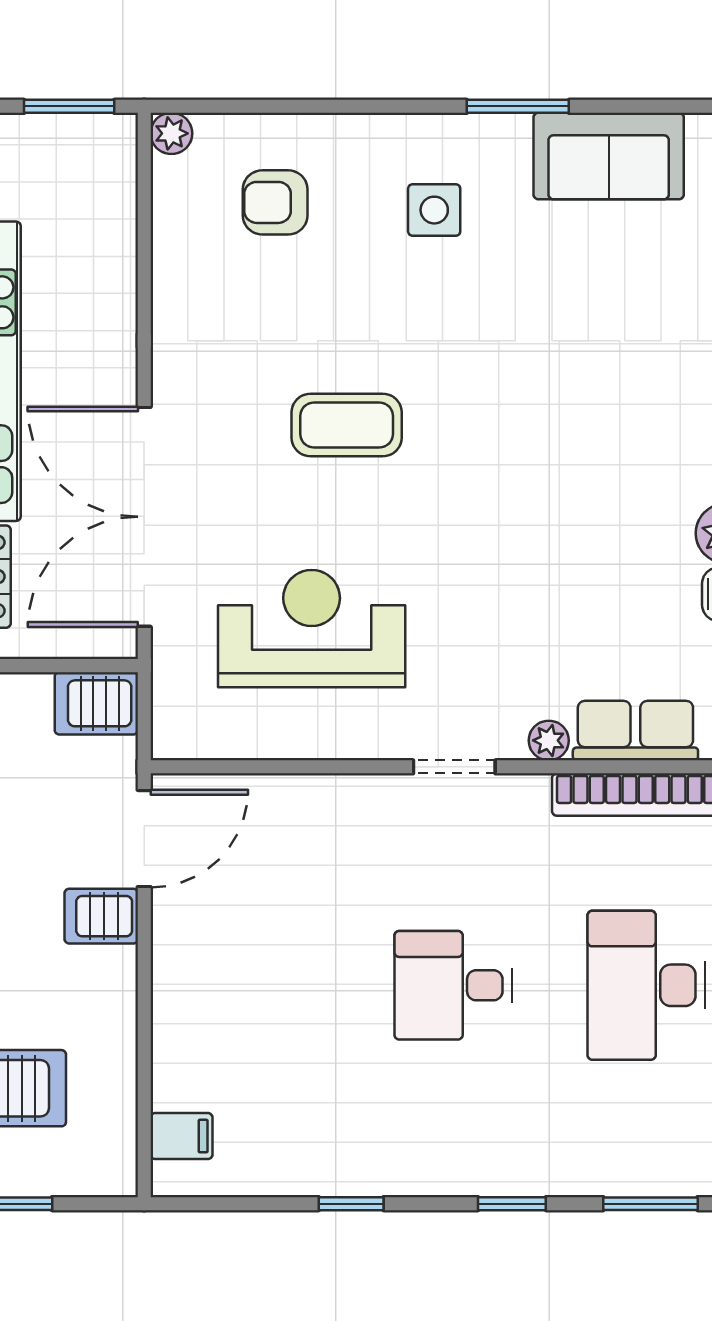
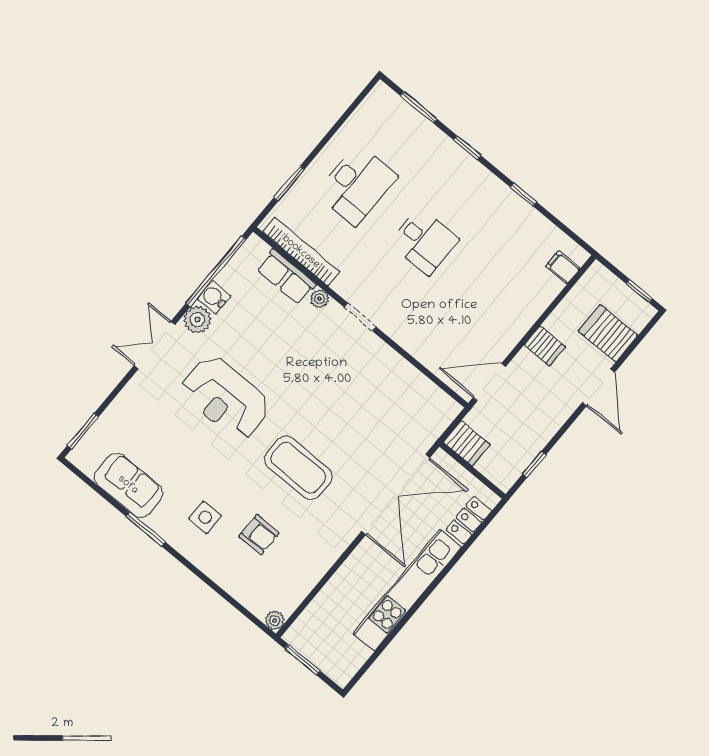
armchair: (275, 202) -> (259, 535), moved
coffee table: (347, 425) -> (298, 468), width x1.36, depth x1.32
reception desk: (312, 629) -> (225, 398), moved
server rack: (101, 916) -> (545, 346), moved

